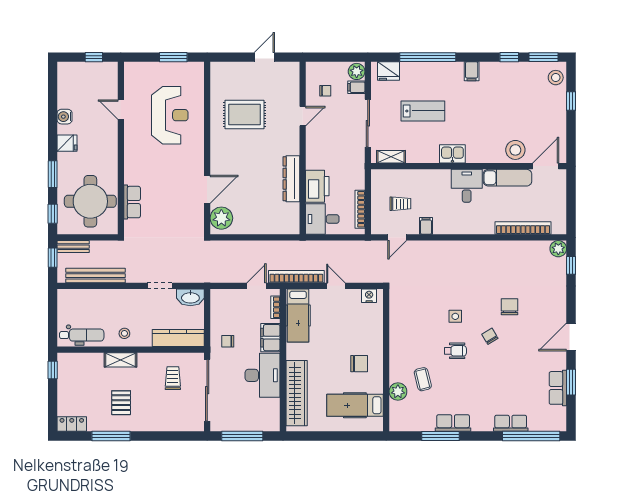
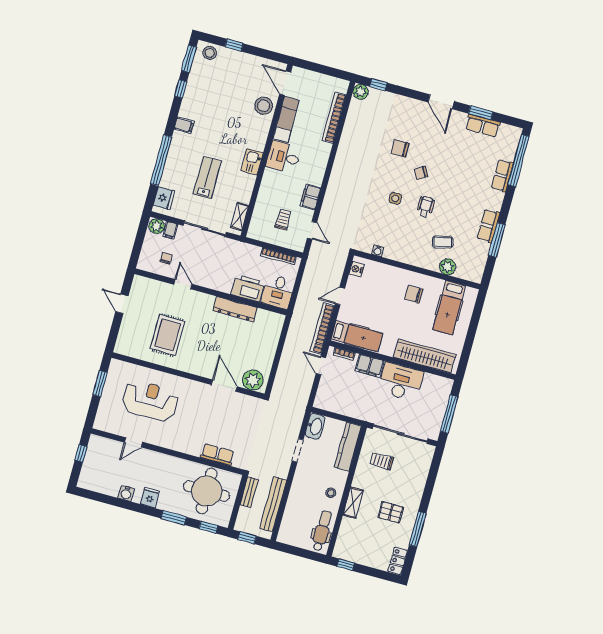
filing cabinet: (426, 226) -> (310, 197), width x2.00
bench: (73, 247) -> (249, 492), moved
water cooler: (395, 313) -> (378, 251), added
chair: (228, 341) -> (362, 404), removed
chair: (359, 364) -> (414, 294), turned -90

